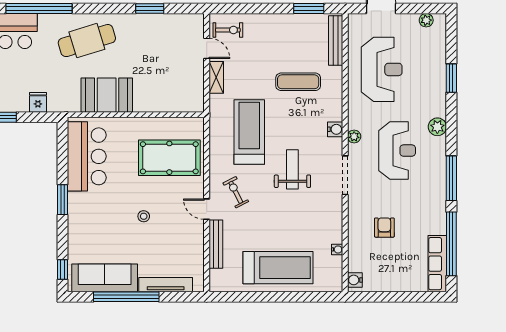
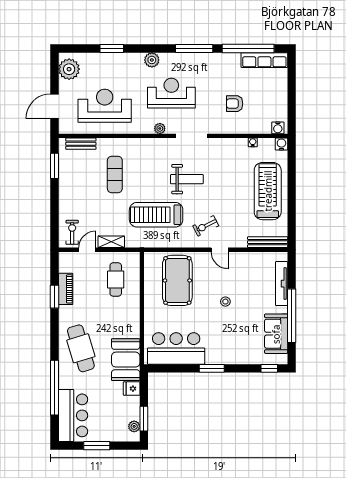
plant: (426, 20) -> (69, 69), width x1.87, depth x1.87
piano: (159, 22) -> (66, 289), added
bench: (336, 41) -> (81, 144), width x0.73
cafe table: (171, 83) -> (116, 279), added
booth: (107, 95) -> (126, 360), moved
water cooler: (335, 129) -> (281, 144), moved
weight bench: (292, 169) -> (187, 179), turned 180
door: (207, 209) -> (220, 250), hinge flipped
bench: (216, 244) -> (268, 242), moved
sofa: (105, 278) -> (276, 334), width x0.73

